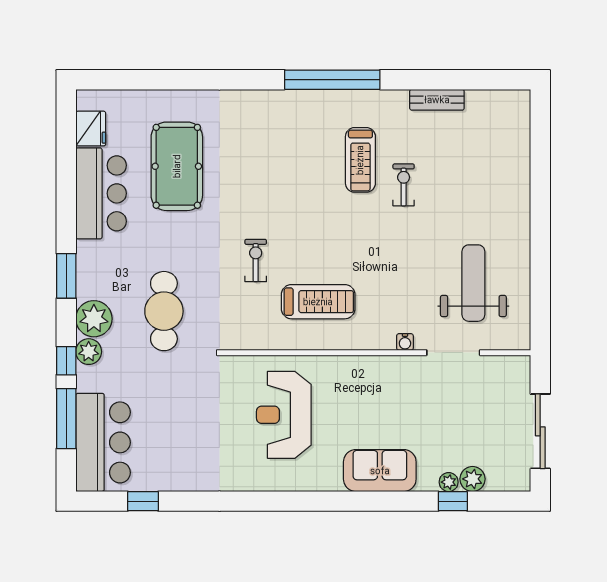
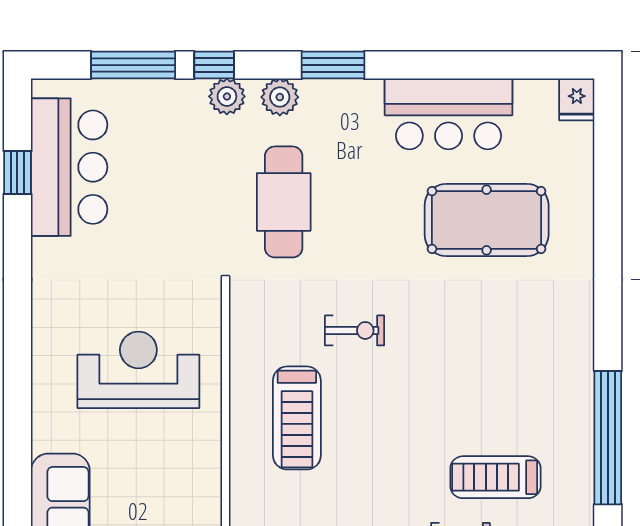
fridge: (91, 129) -> (577, 99), moved, width x0.72
cafe table: (164, 311) -> (284, 202), turned 90
plant: (94, 319) -> (280, 97), width x0.73, depth x0.73
bar counter: (103, 442) -> (69, 167), moved, turned -90

